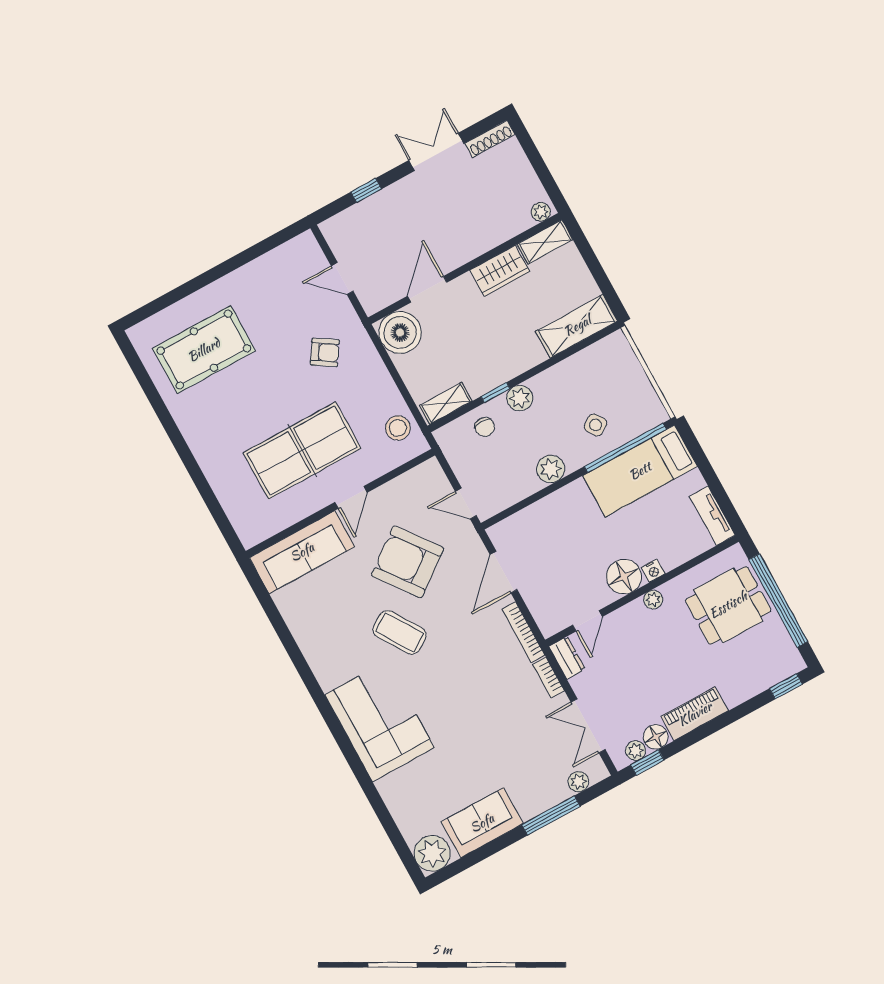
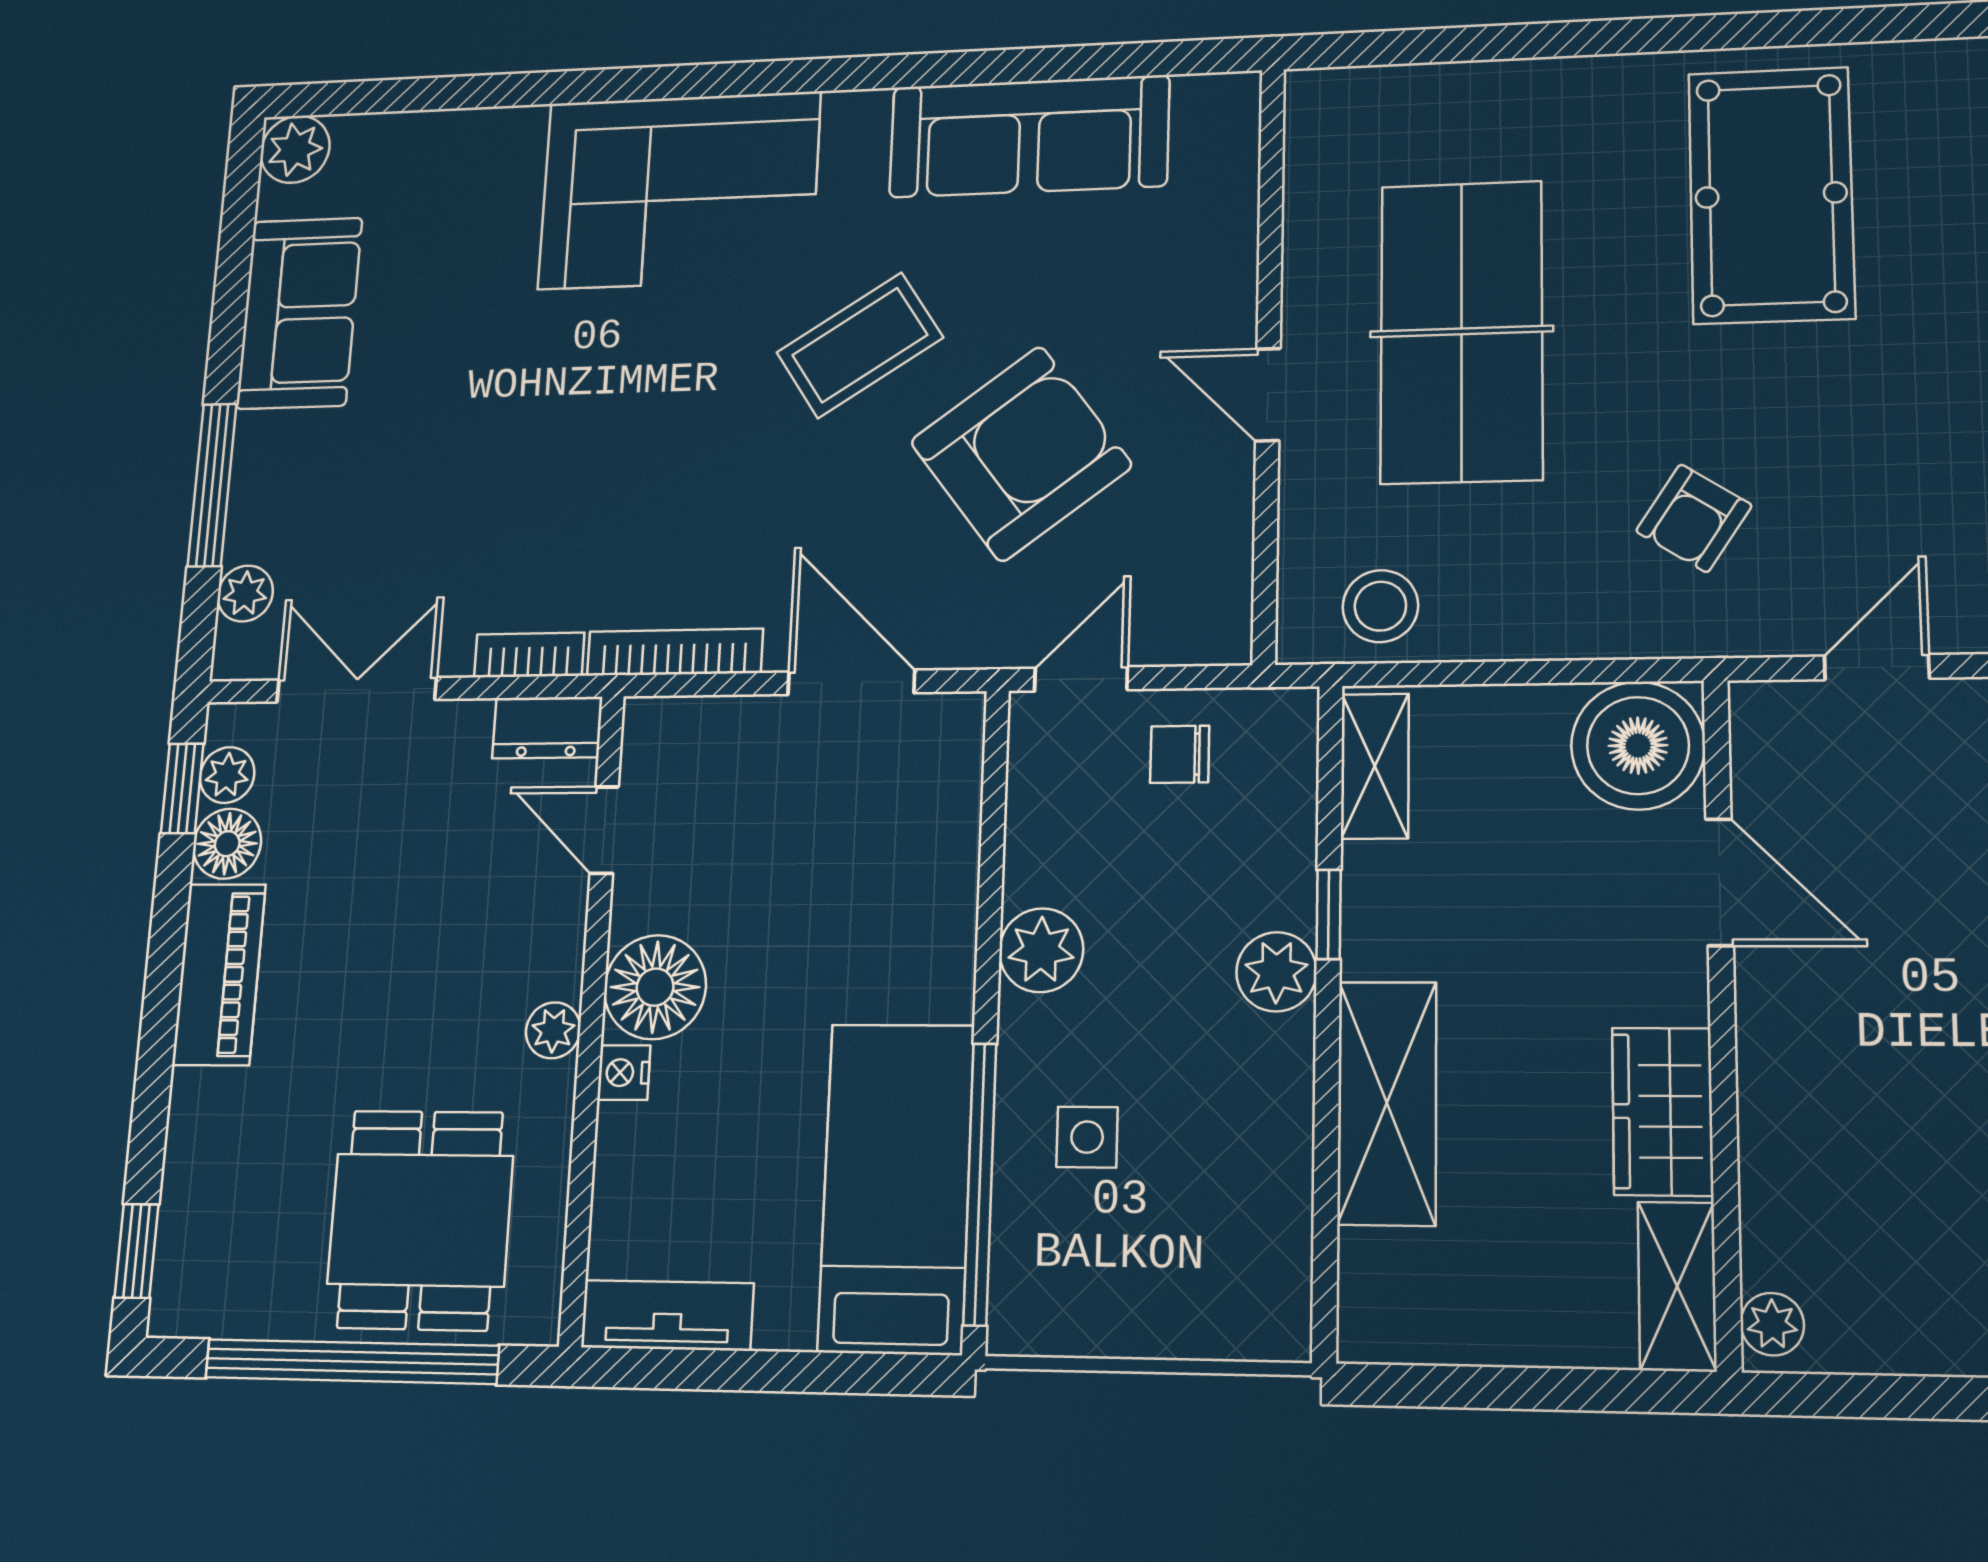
shelving: (577, 326) -> (1387, 1103), moved
pool table: (204, 350) -> (1771, 195), moved
side table: (596, 425) -> (1087, 1137), turned 34
chair: (485, 427) -> (1180, 754), moved
sofa: (302, 552) -> (1029, 136), moved, turned -90
plant: (432, 853) -> (295, 149), width x0.73, depth x0.73

